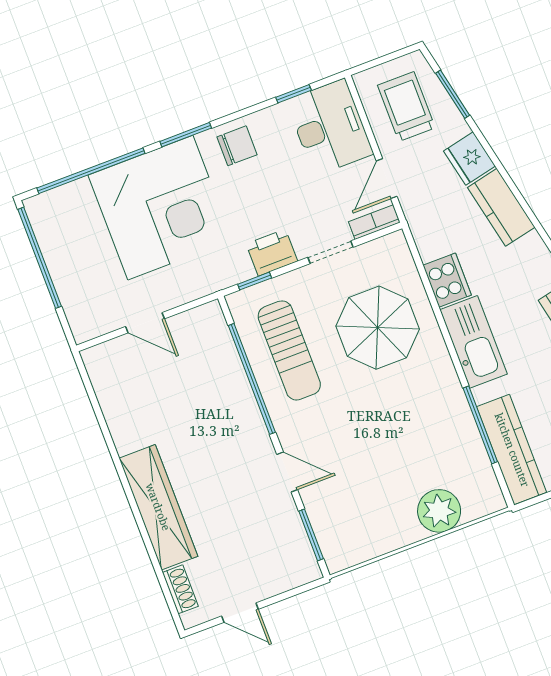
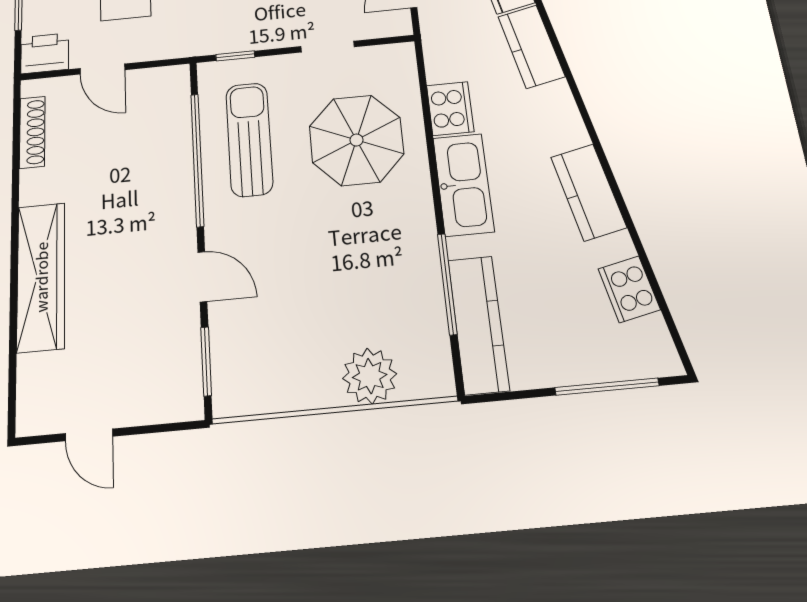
bookcase: (374, 222) -> (385, 28), removed
printer: (272, 253) -> (45, 53), moved
sun lounger: (289, 350) -> (249, 139), turned 180
shoe rack: (180, 589) -> (32, 132), moved, width x1.43

